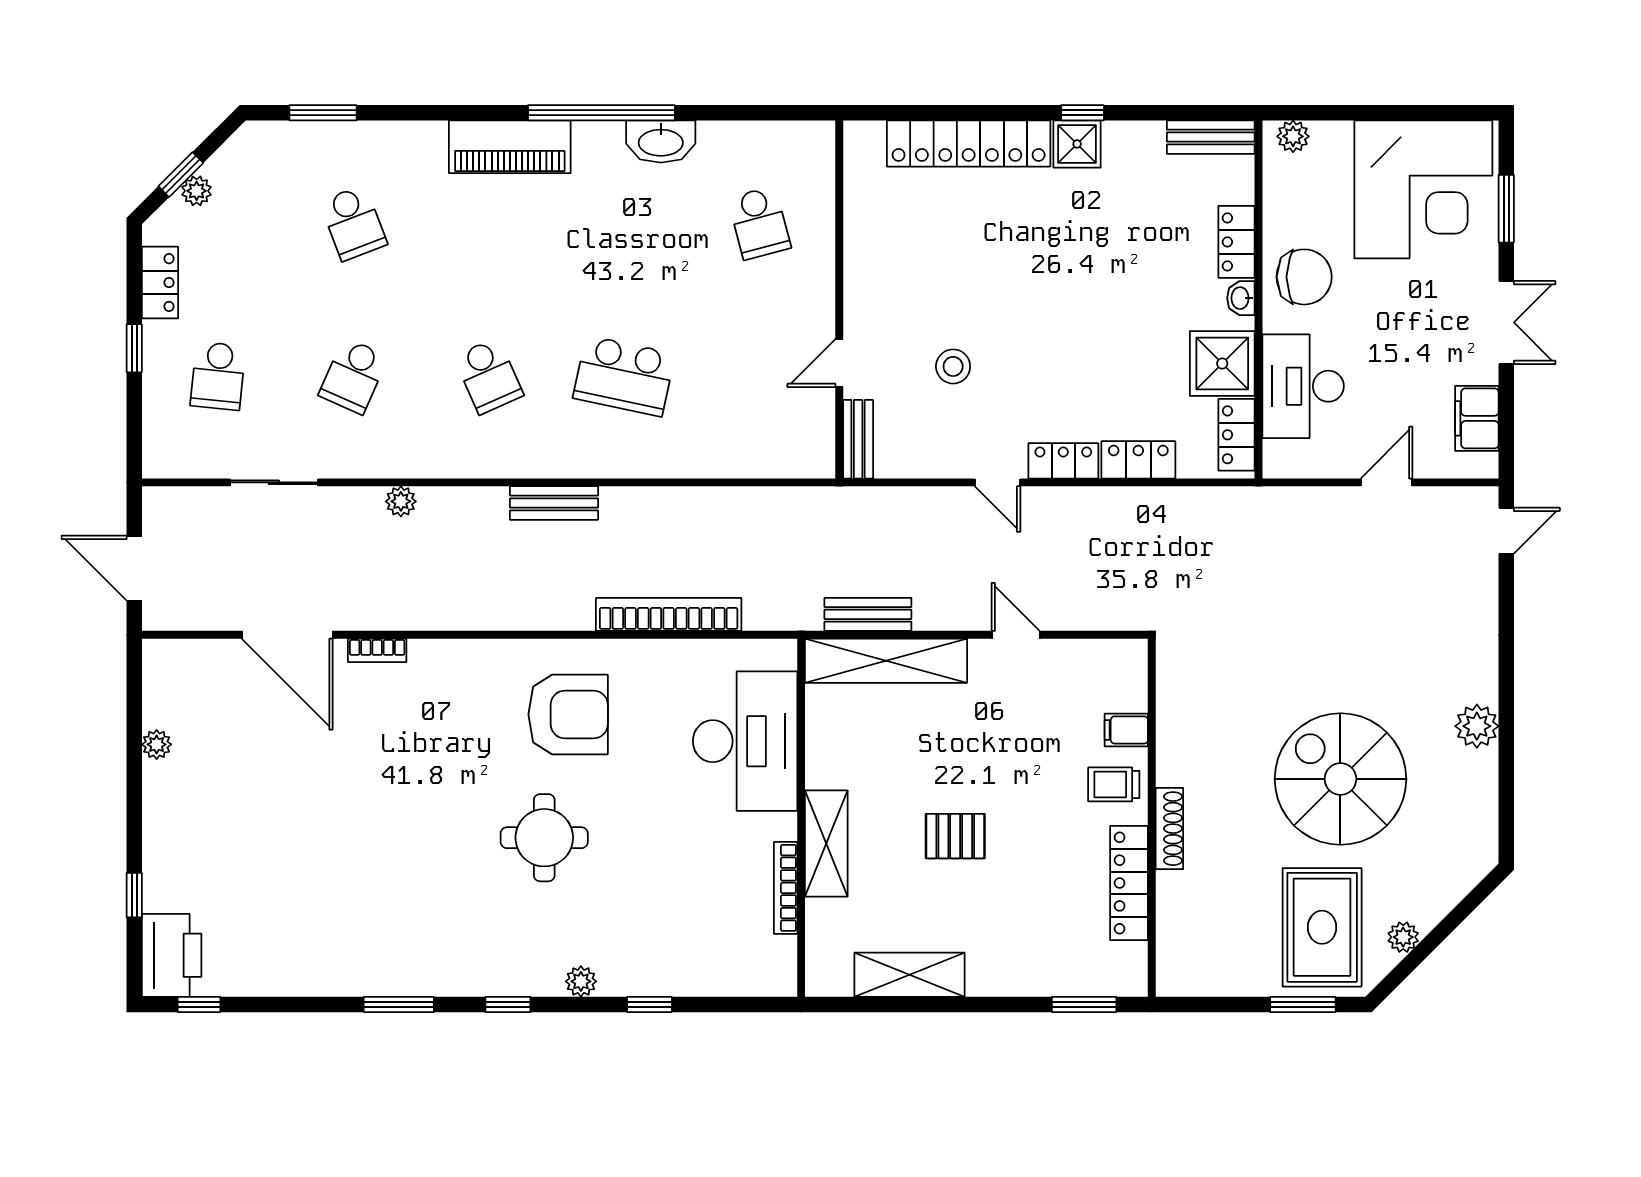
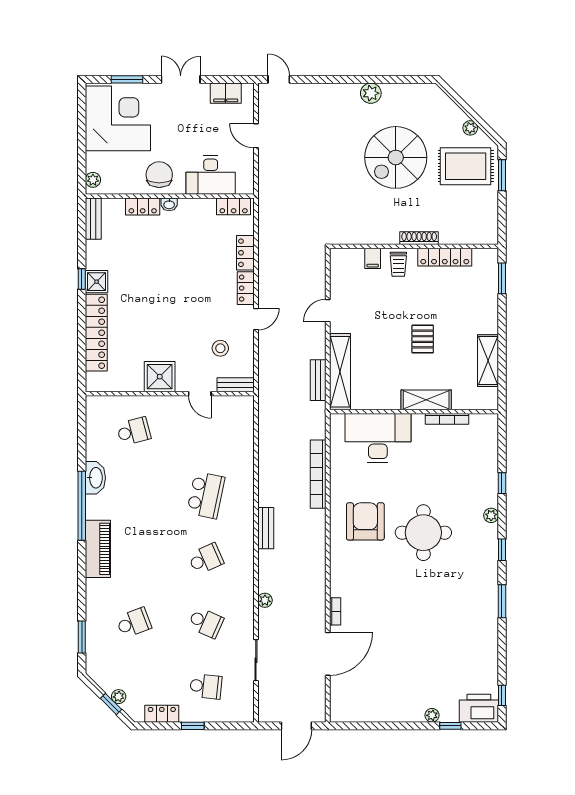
shower: (1222, 363) -> (160, 377), moved
stool: (953, 366) -> (220, 348), moved
plant: (157, 744) -> (432, 715), moved
round table: (544, 838) -> (423, 533), width x1.36, depth x1.36

